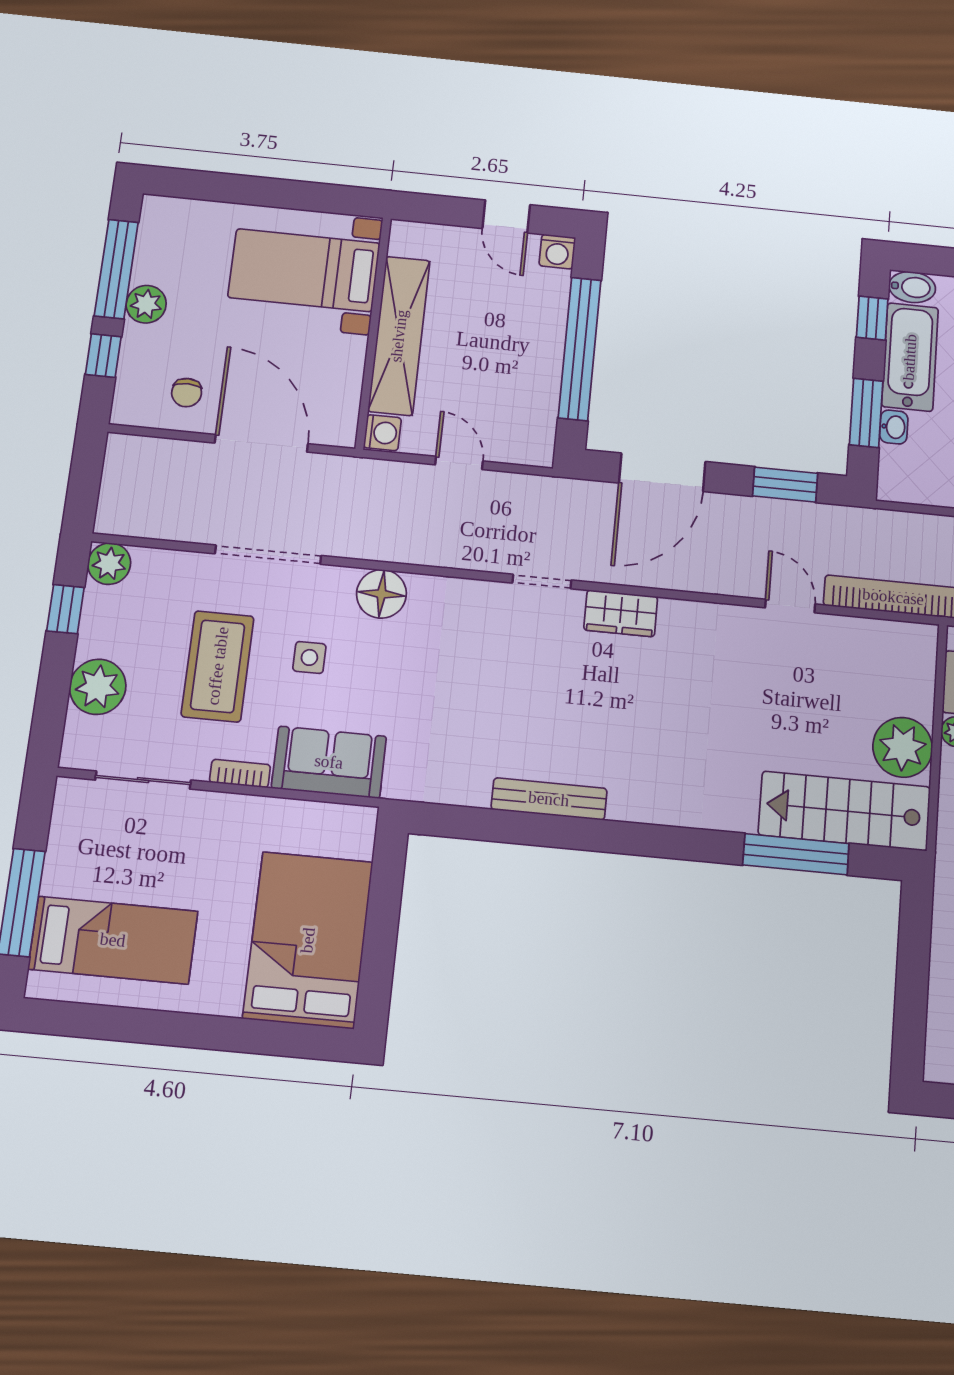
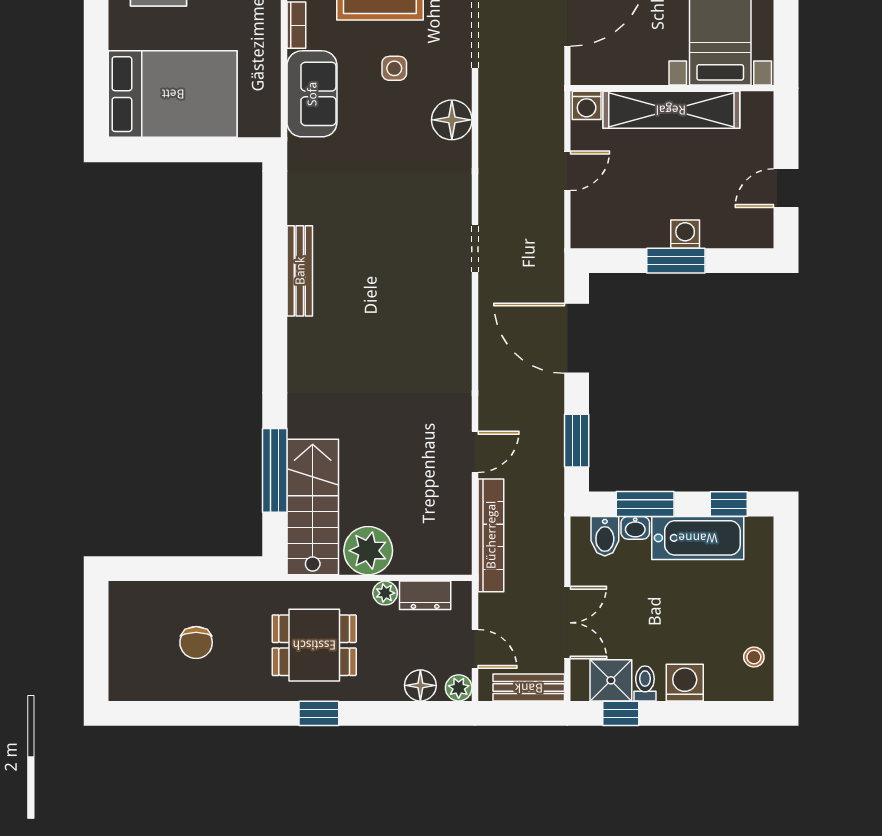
washing machine: (557, 252) -> (685, 234), moved, turned 90
bidet: (912, 287) -> (605, 536), moved
window: (580, 349) -> (676, 261), width x0.47
wardrobe: (621, 613) -> (455, 315), removed

